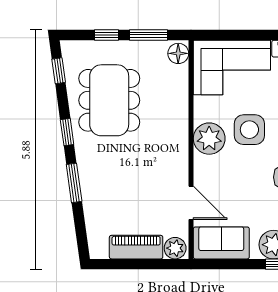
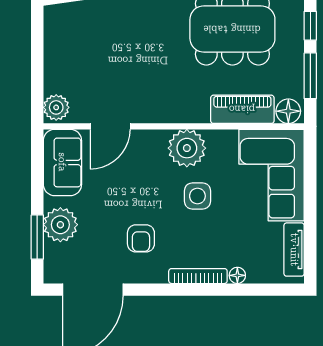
side table: (249, 130) -> (197, 196), width x0.73, depth x0.73
piano: (136, 247) -> (242, 109), moved, turned -90

